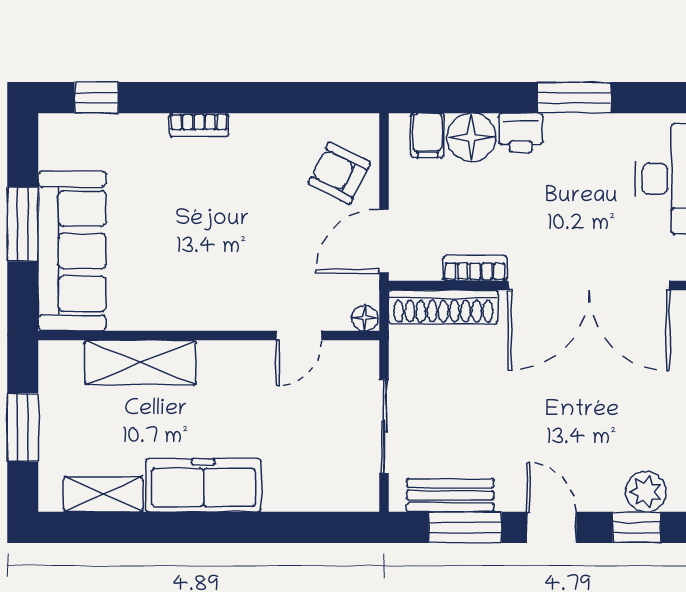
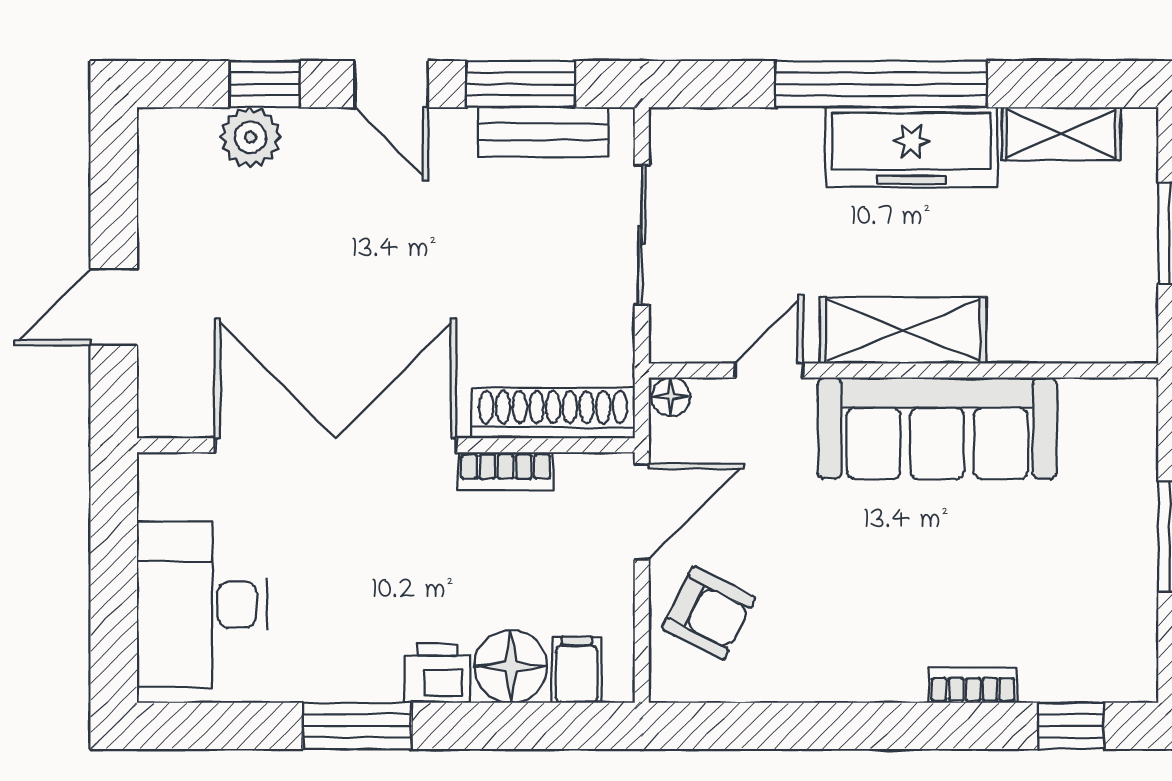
bookcase: (199, 125) -> (973, 685), moved
sofa: (72, 251) -> (937, 428), moved, turned -90
shelving: (140, 363) -> (903, 330), moved
window: (224, 527) -> (881, 84), added

